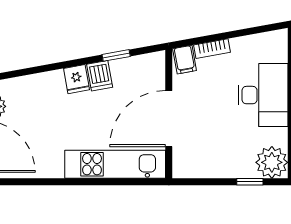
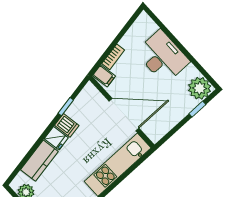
kitchen counter: (38, 86) -> (39, 161), added
door: (169, 119) -> (124, 115), swing flipped

